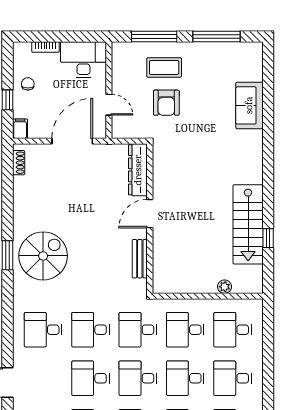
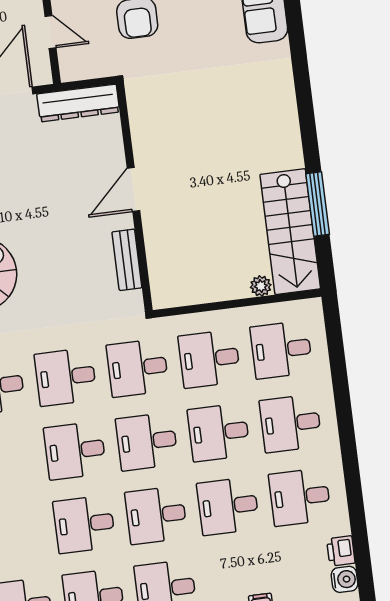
dresser: (138, 170) -> (78, 103), moved, turned -90
stairs: (248, 224) -> (290, 232), moved
window: (268, 238) -> (318, 204), width x2.17

